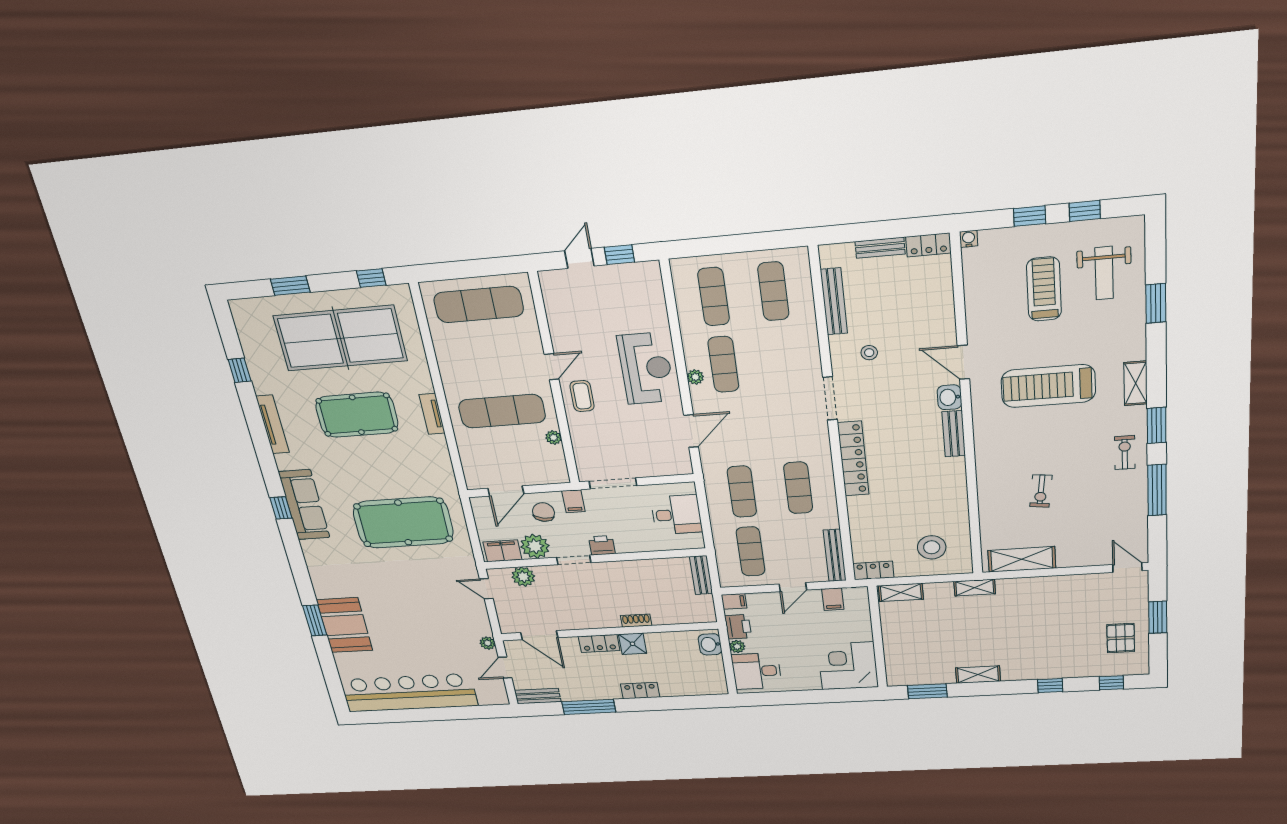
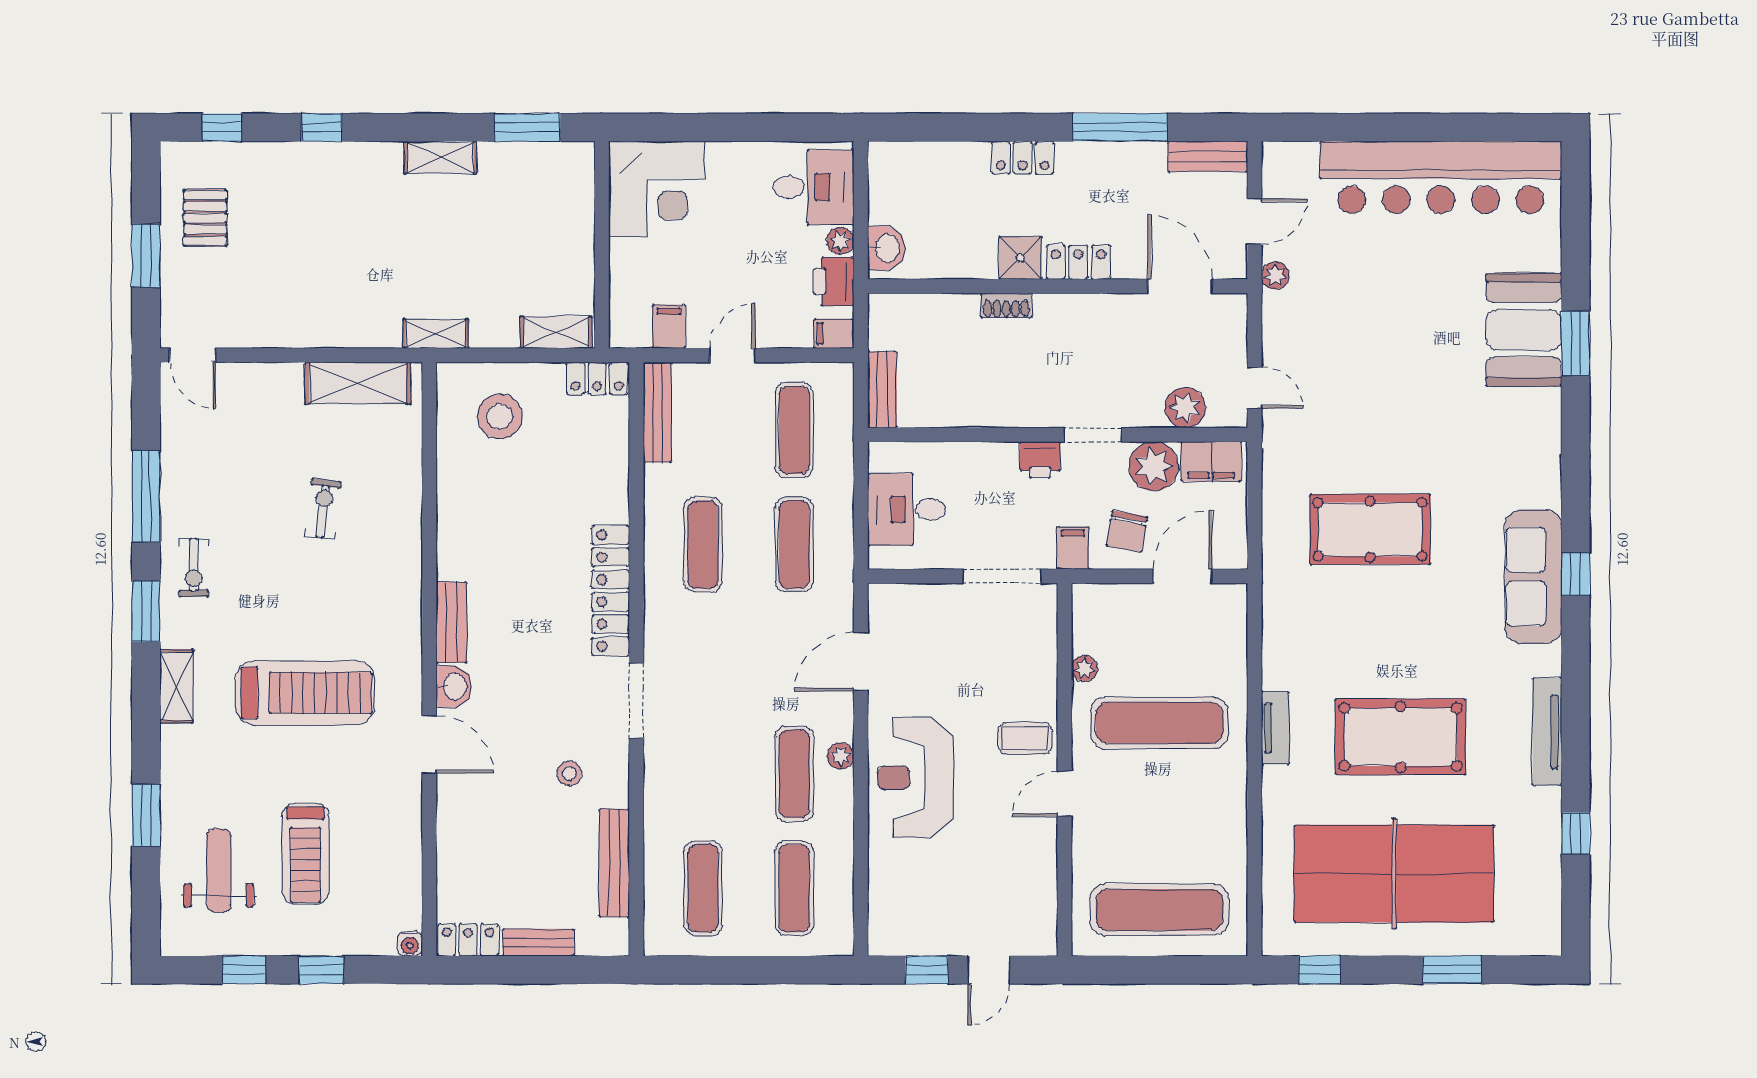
coffee table: (582, 396) -> (1025, 738), turned 90
pool table: (403, 523) -> (1370, 529), width x0.73, depth x0.76

